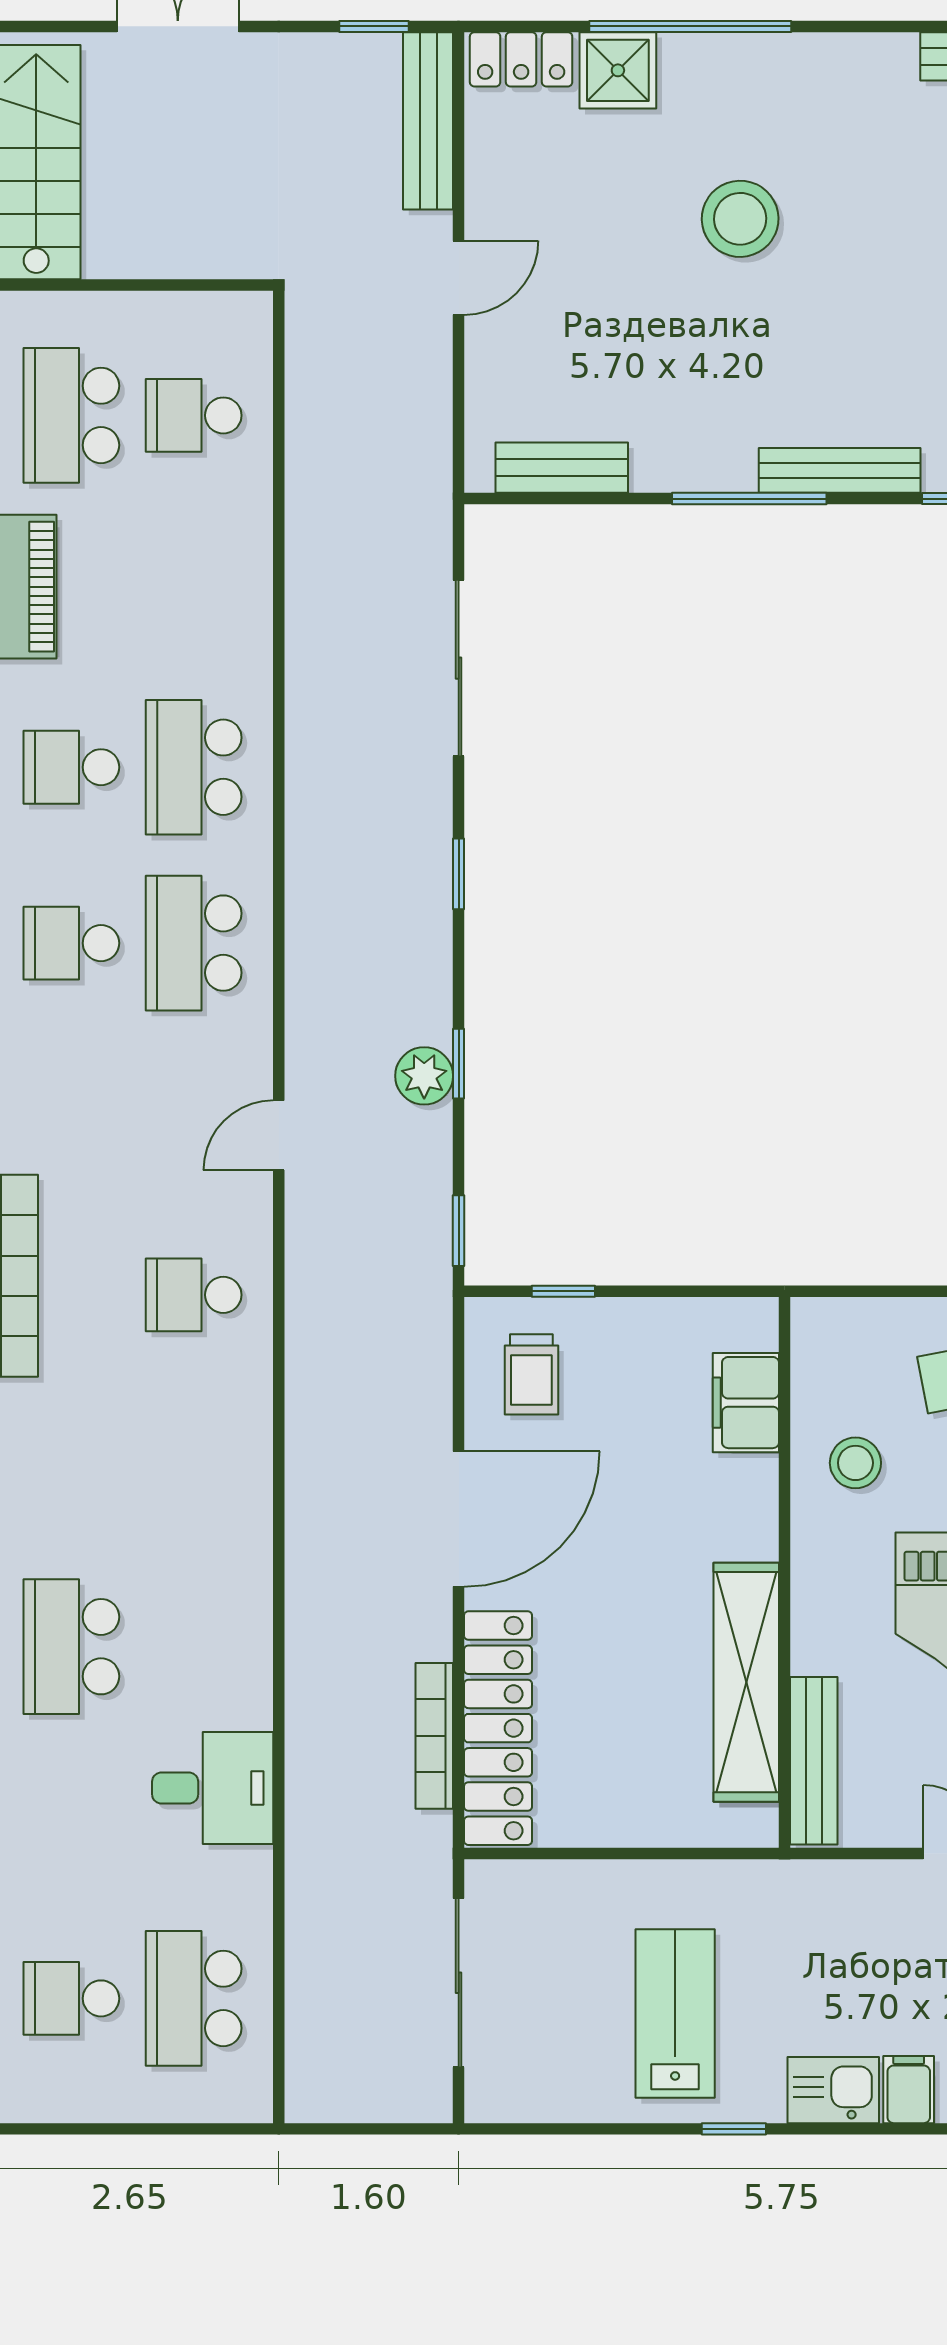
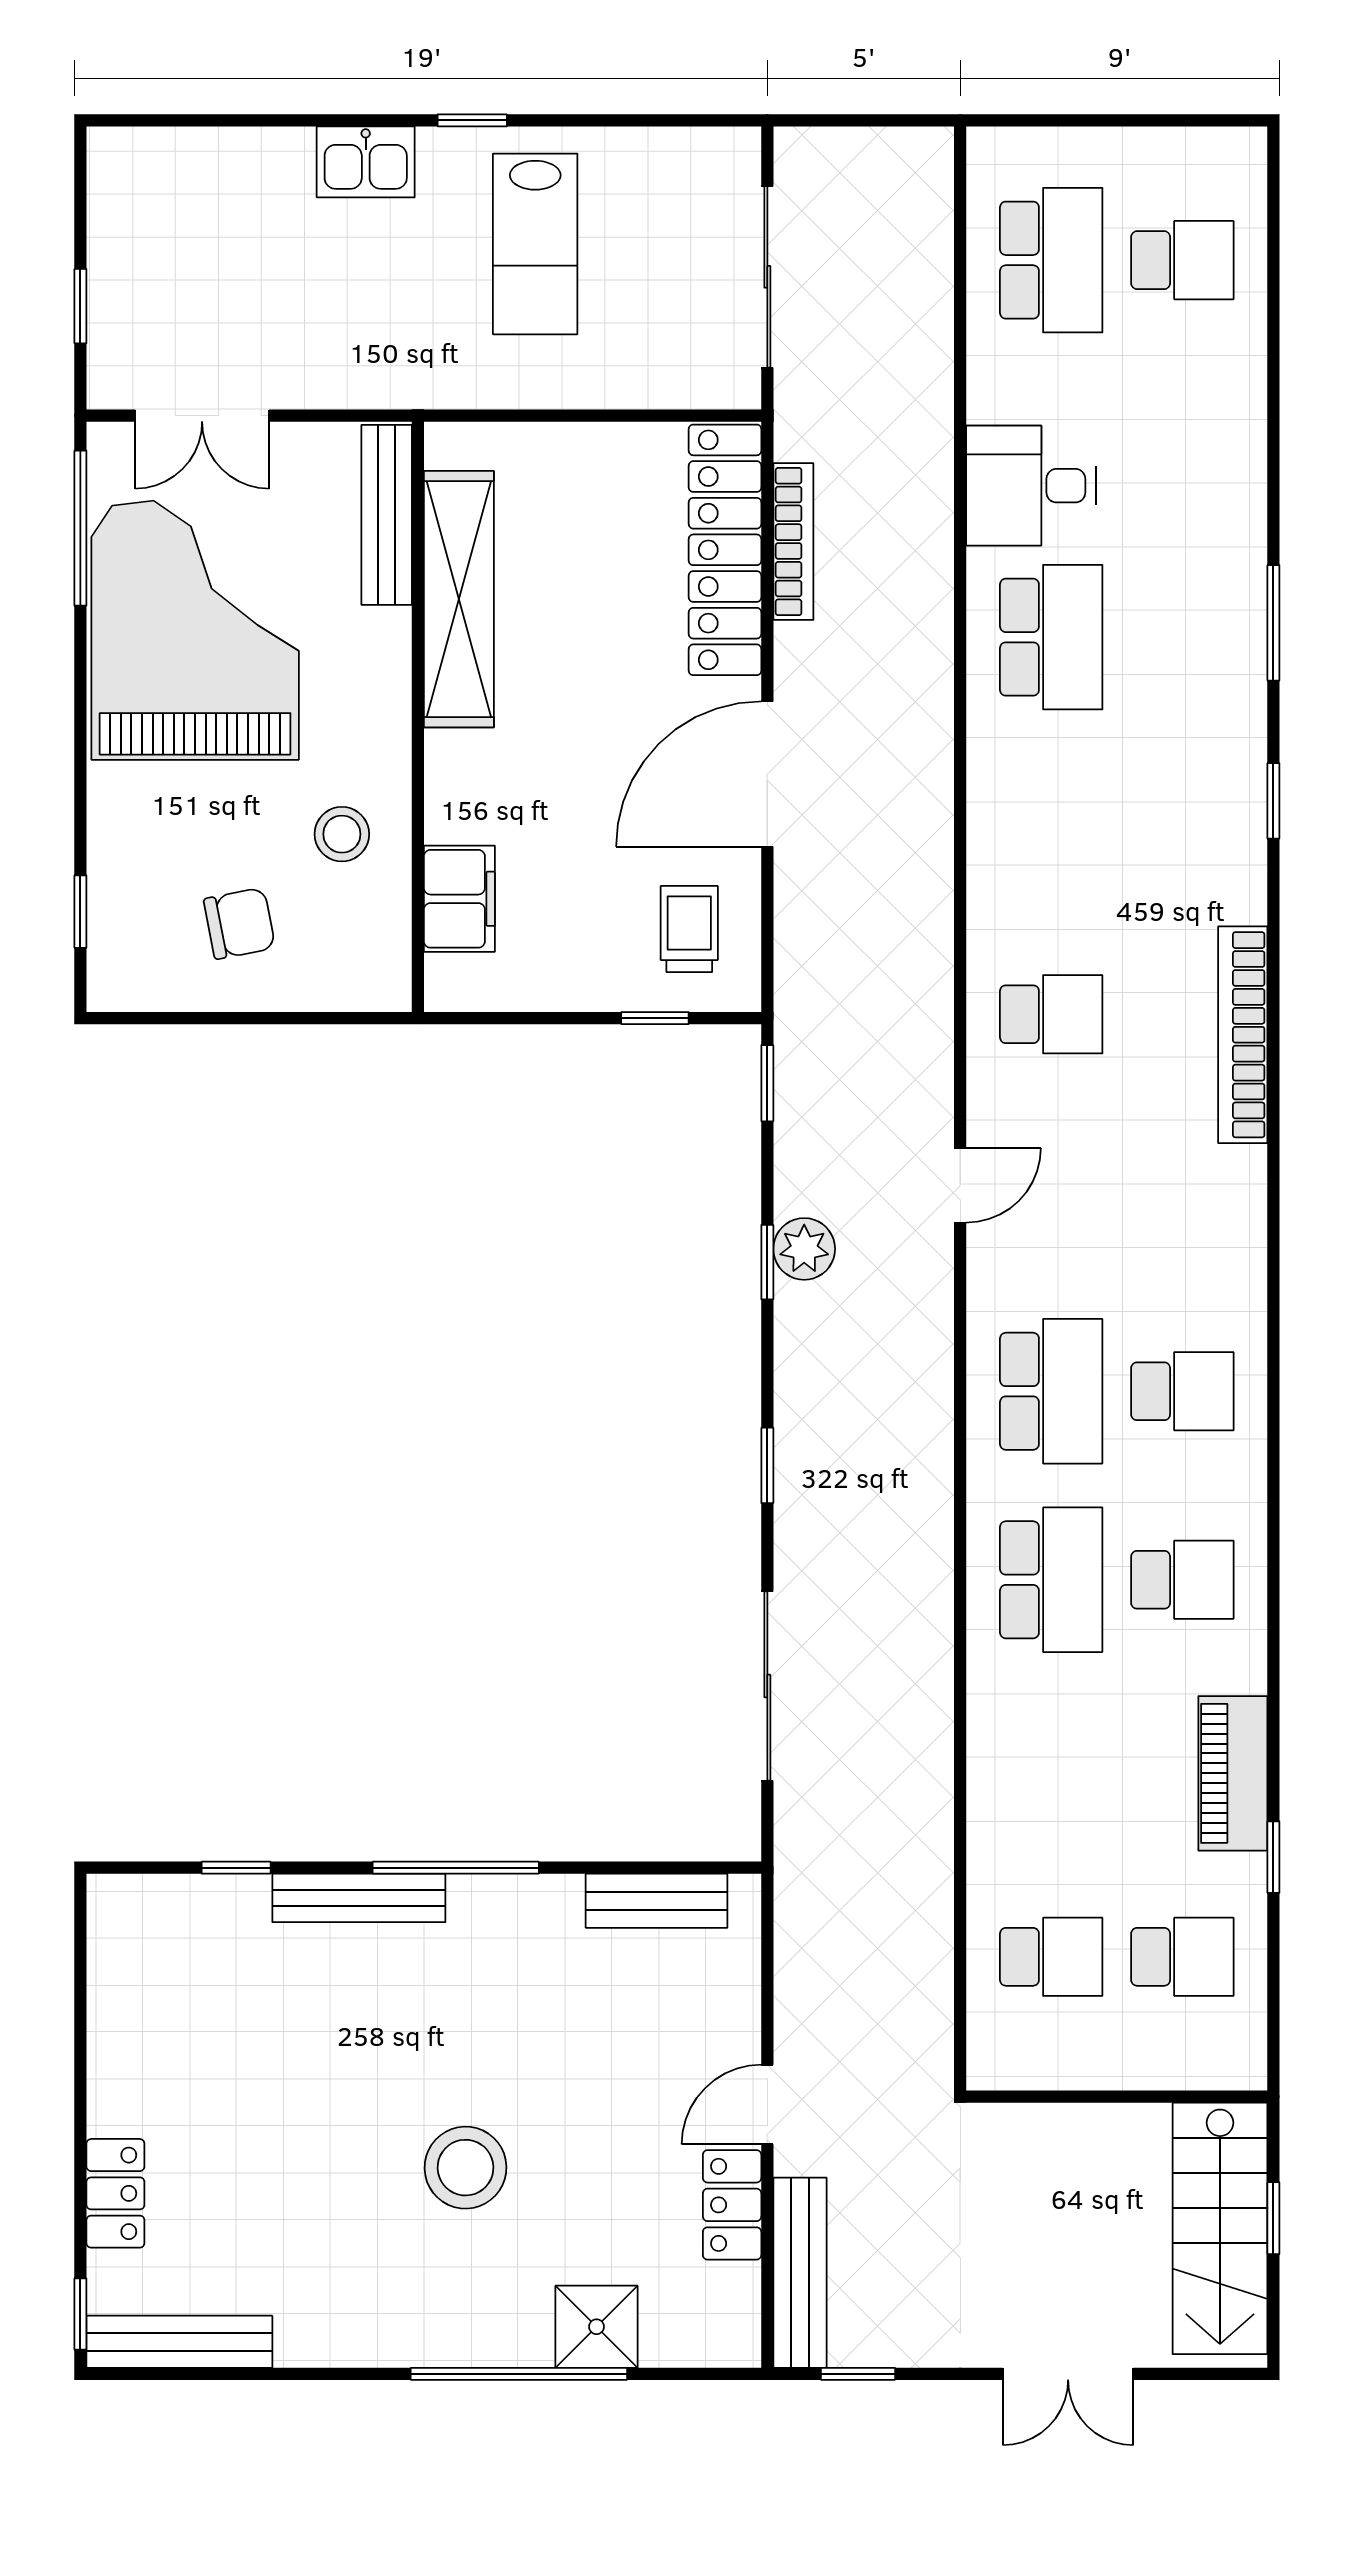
locker: (521, 59) -> (732, 2205), moved, turned -90
school desk: (71, 415) -> (1182, 1957), width x0.54
school desk: (71, 1647) -> (1051, 637), moved
filing cabinet: (909, 2090) -> (285, 162), removed

